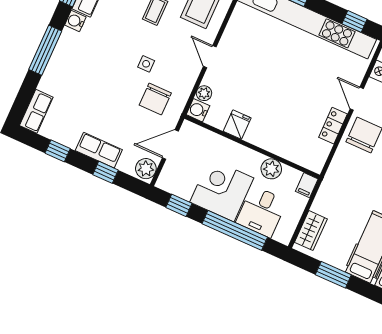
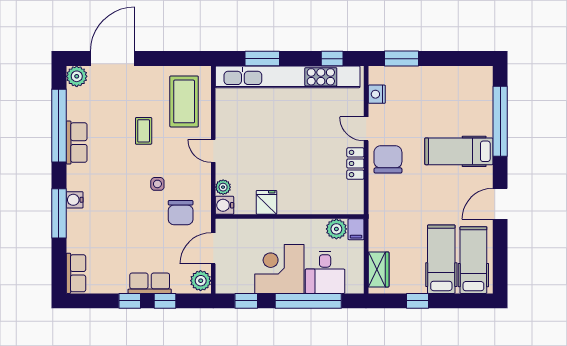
water cooler: (75, 21) -> (75, 200), moved
window: (58, 151) -> (130, 301), moved
plant: (271, 169) -> (336, 229), moved
window: (333, 275) -> (418, 301), width x0.67

